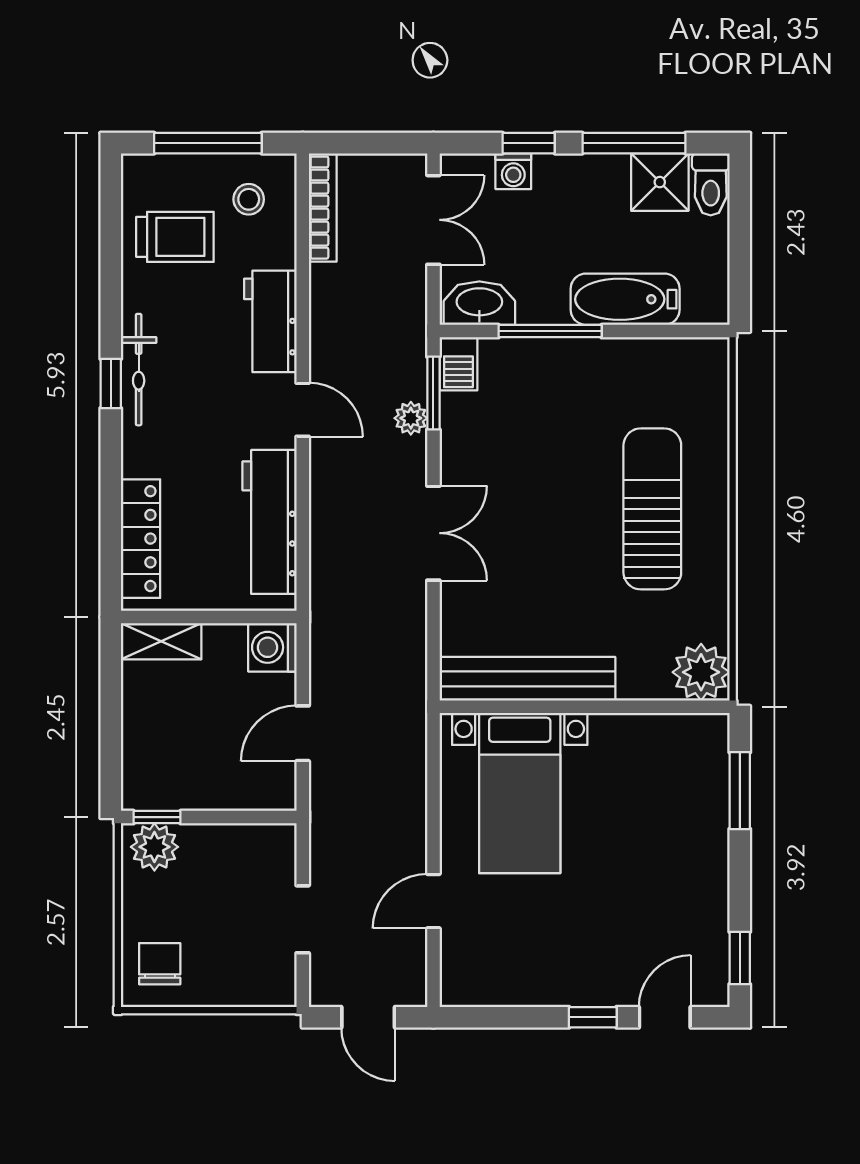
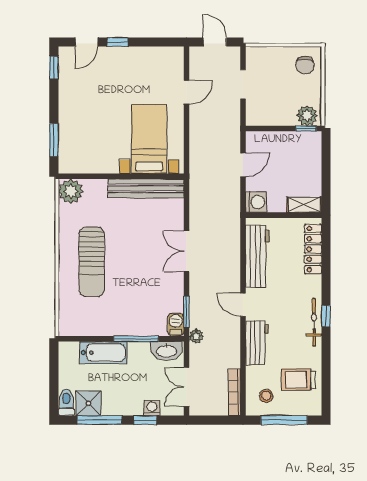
plant: (411, 418) -> (196, 336), moved

